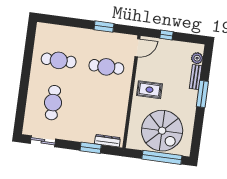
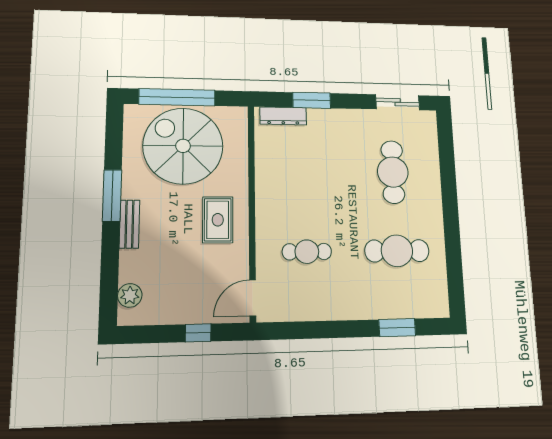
window: (104, 27) -> (397, 328), moved
cafe table: (106, 67) -> (307, 252), width x0.73, depth x0.74
bench: (196, 77) -> (129, 224), moved
rug: (149, 90) -> (218, 220), turned 90
window: (202, 94) -> (112, 196), moved

